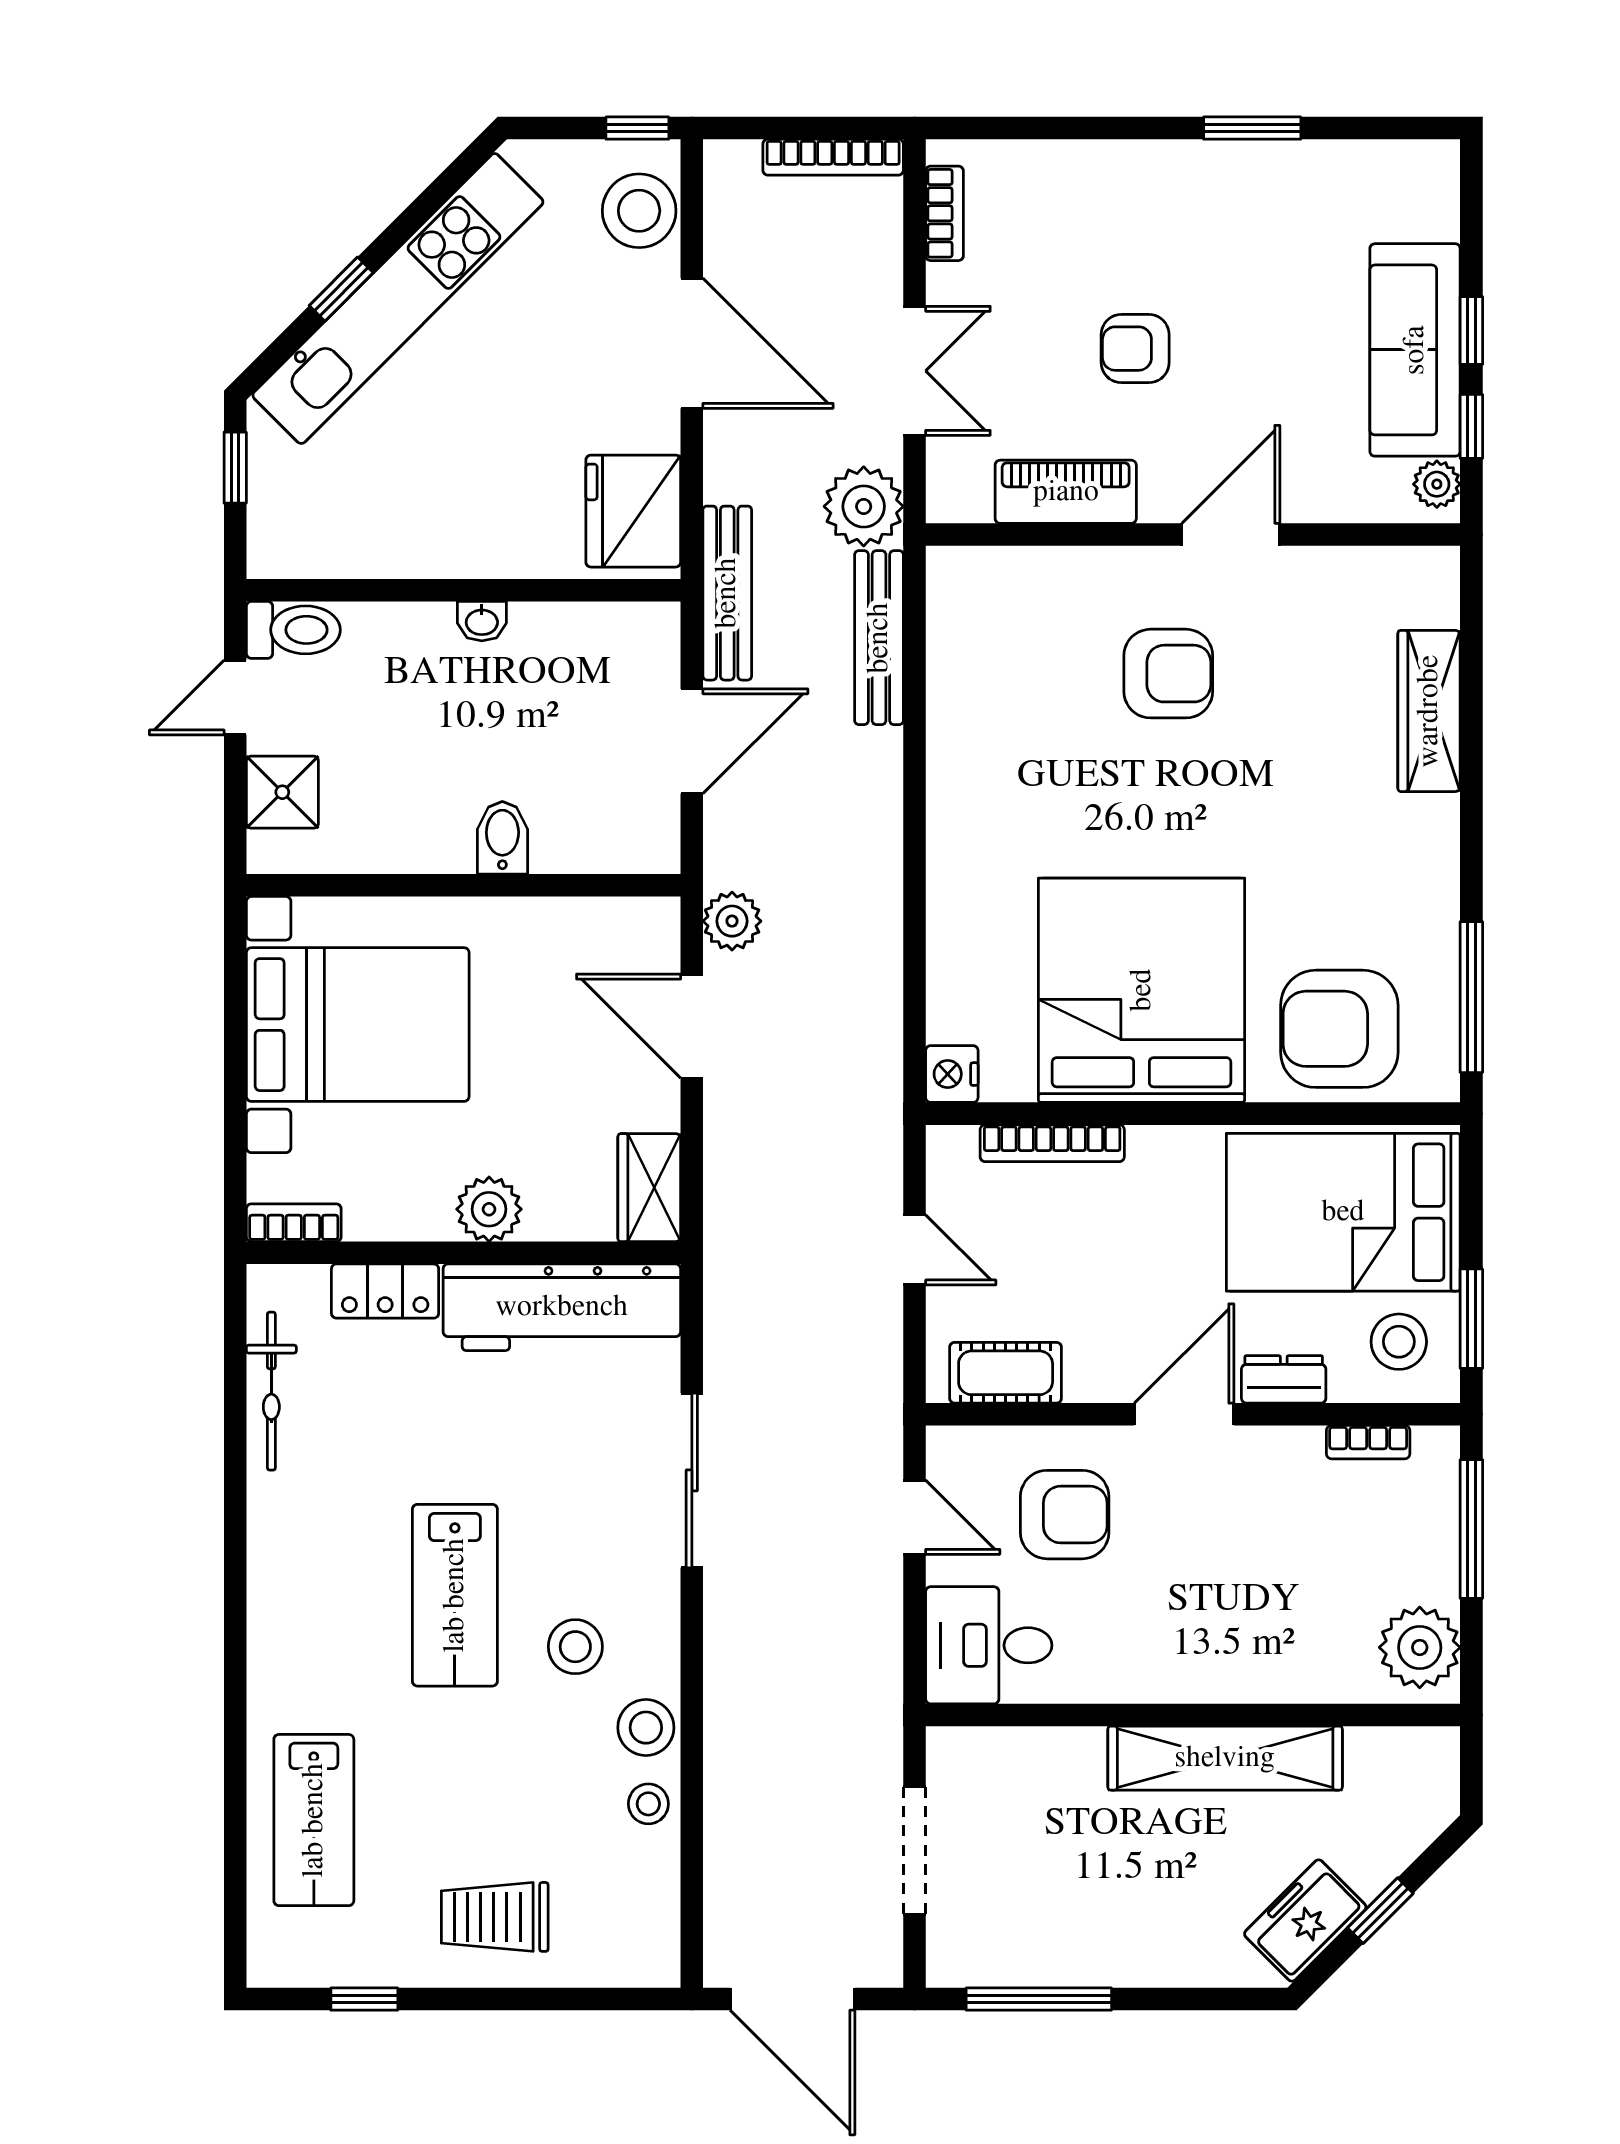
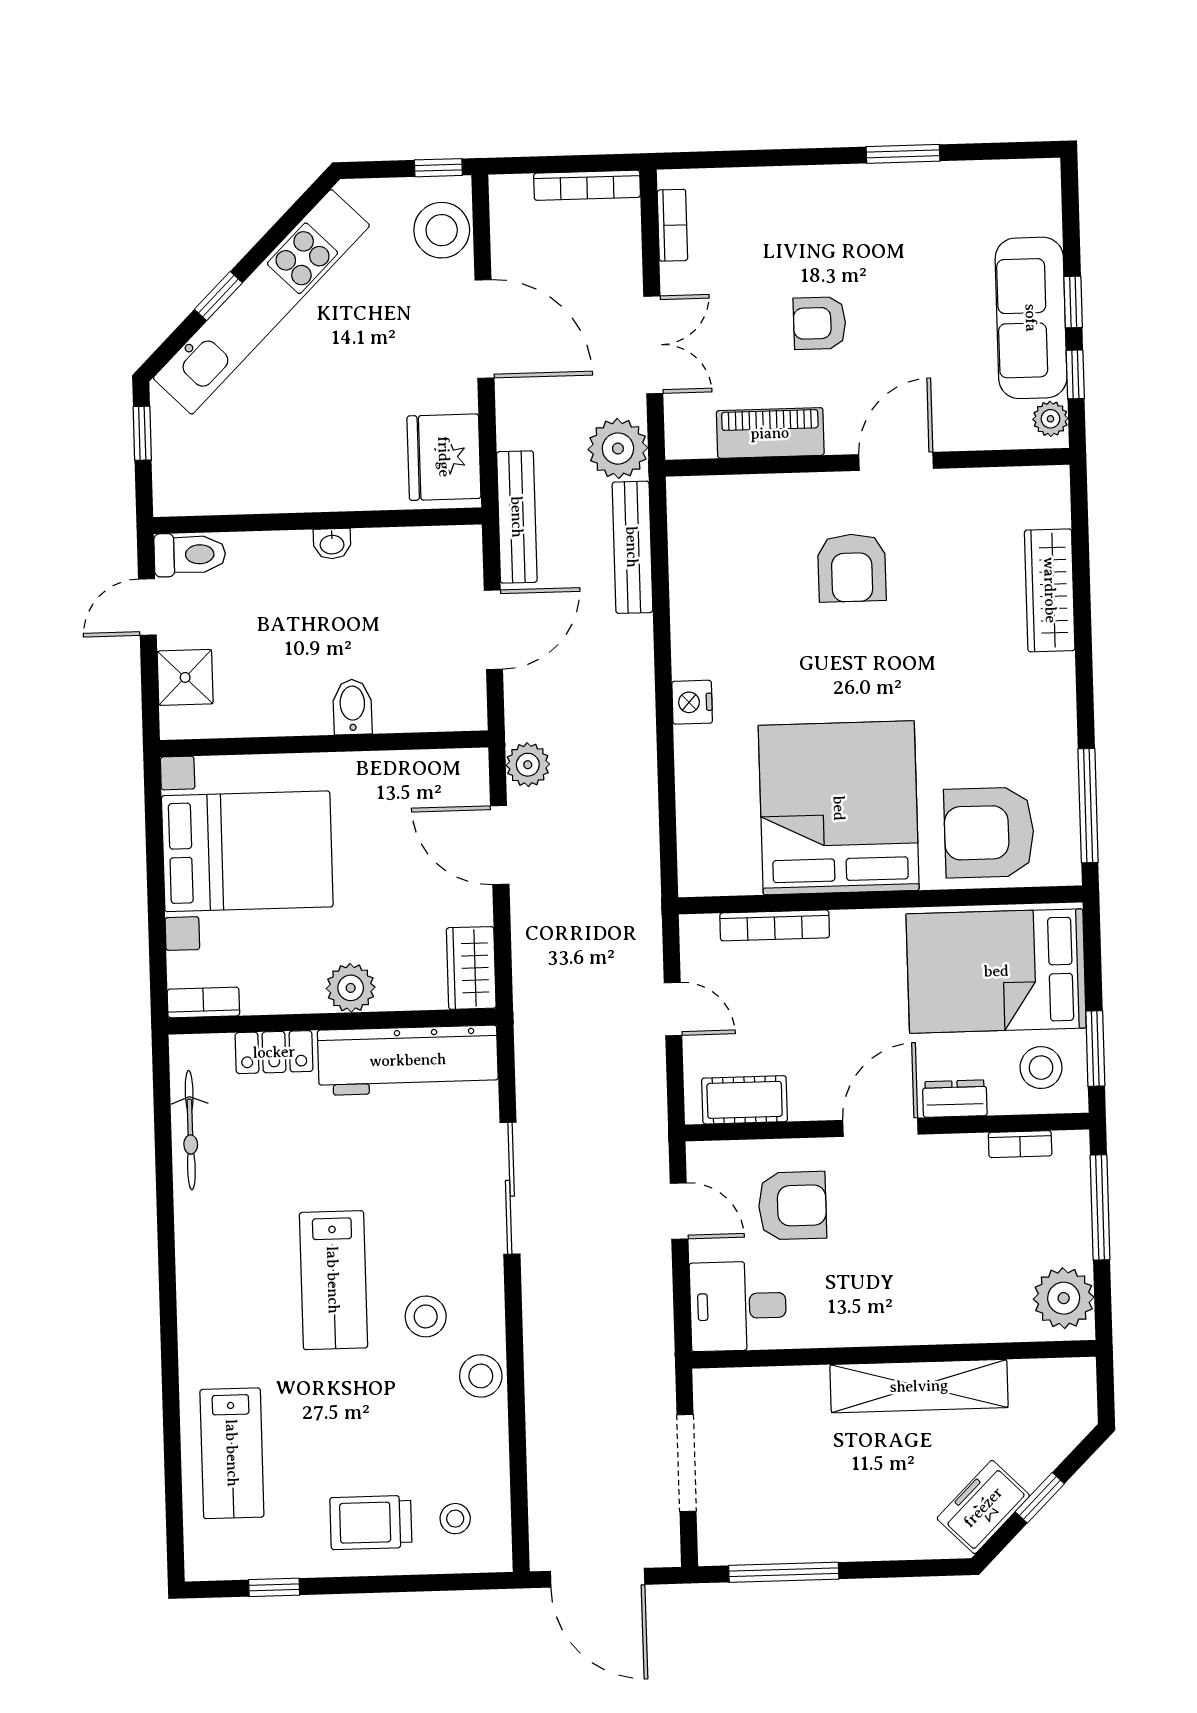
armchair: (1168, 674) -> (852, 568), turned 90
nightstand: (952, 1074) -> (692, 702), moved
stool: (648, 1804) -> (455, 1519), moved

